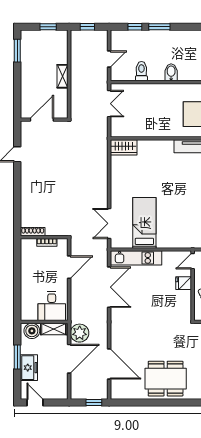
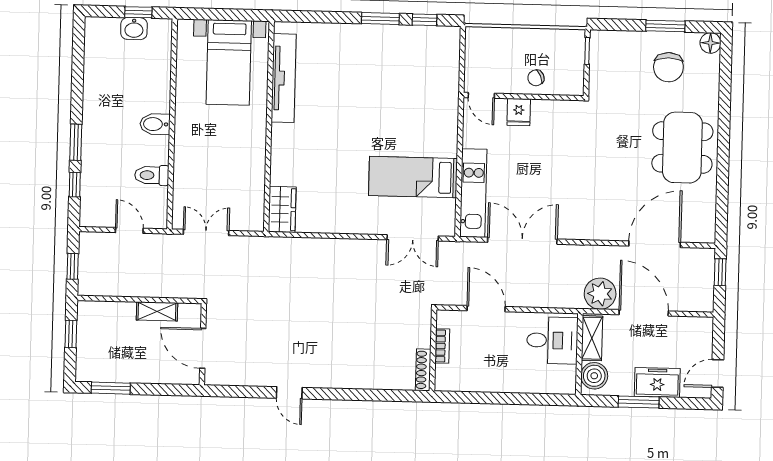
door: (42, 120) -> (203, 348), moved
wall: (44, 120) -> (203, 344), moved

